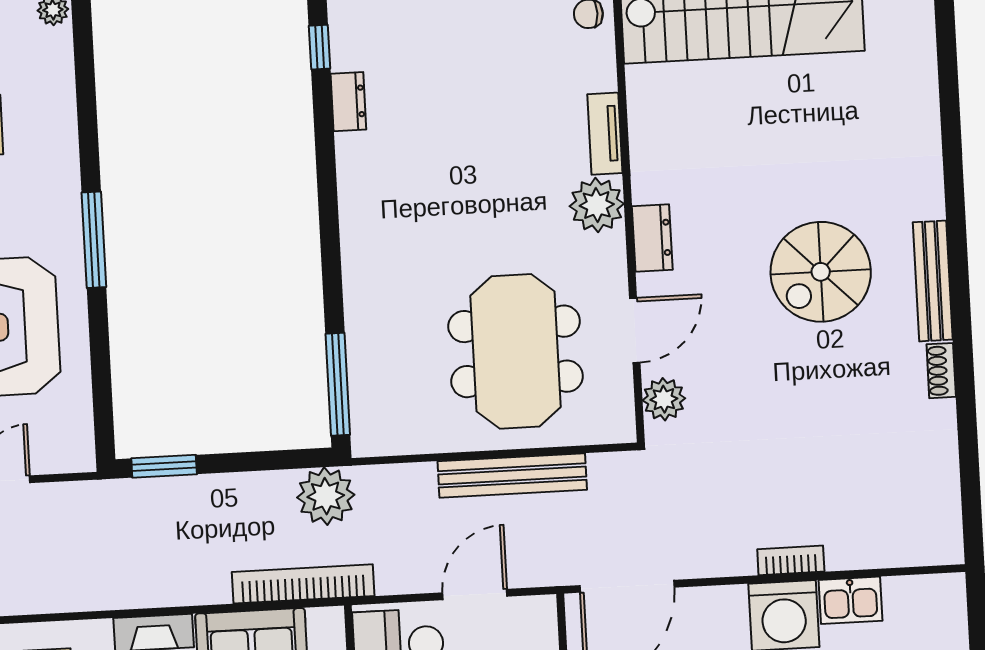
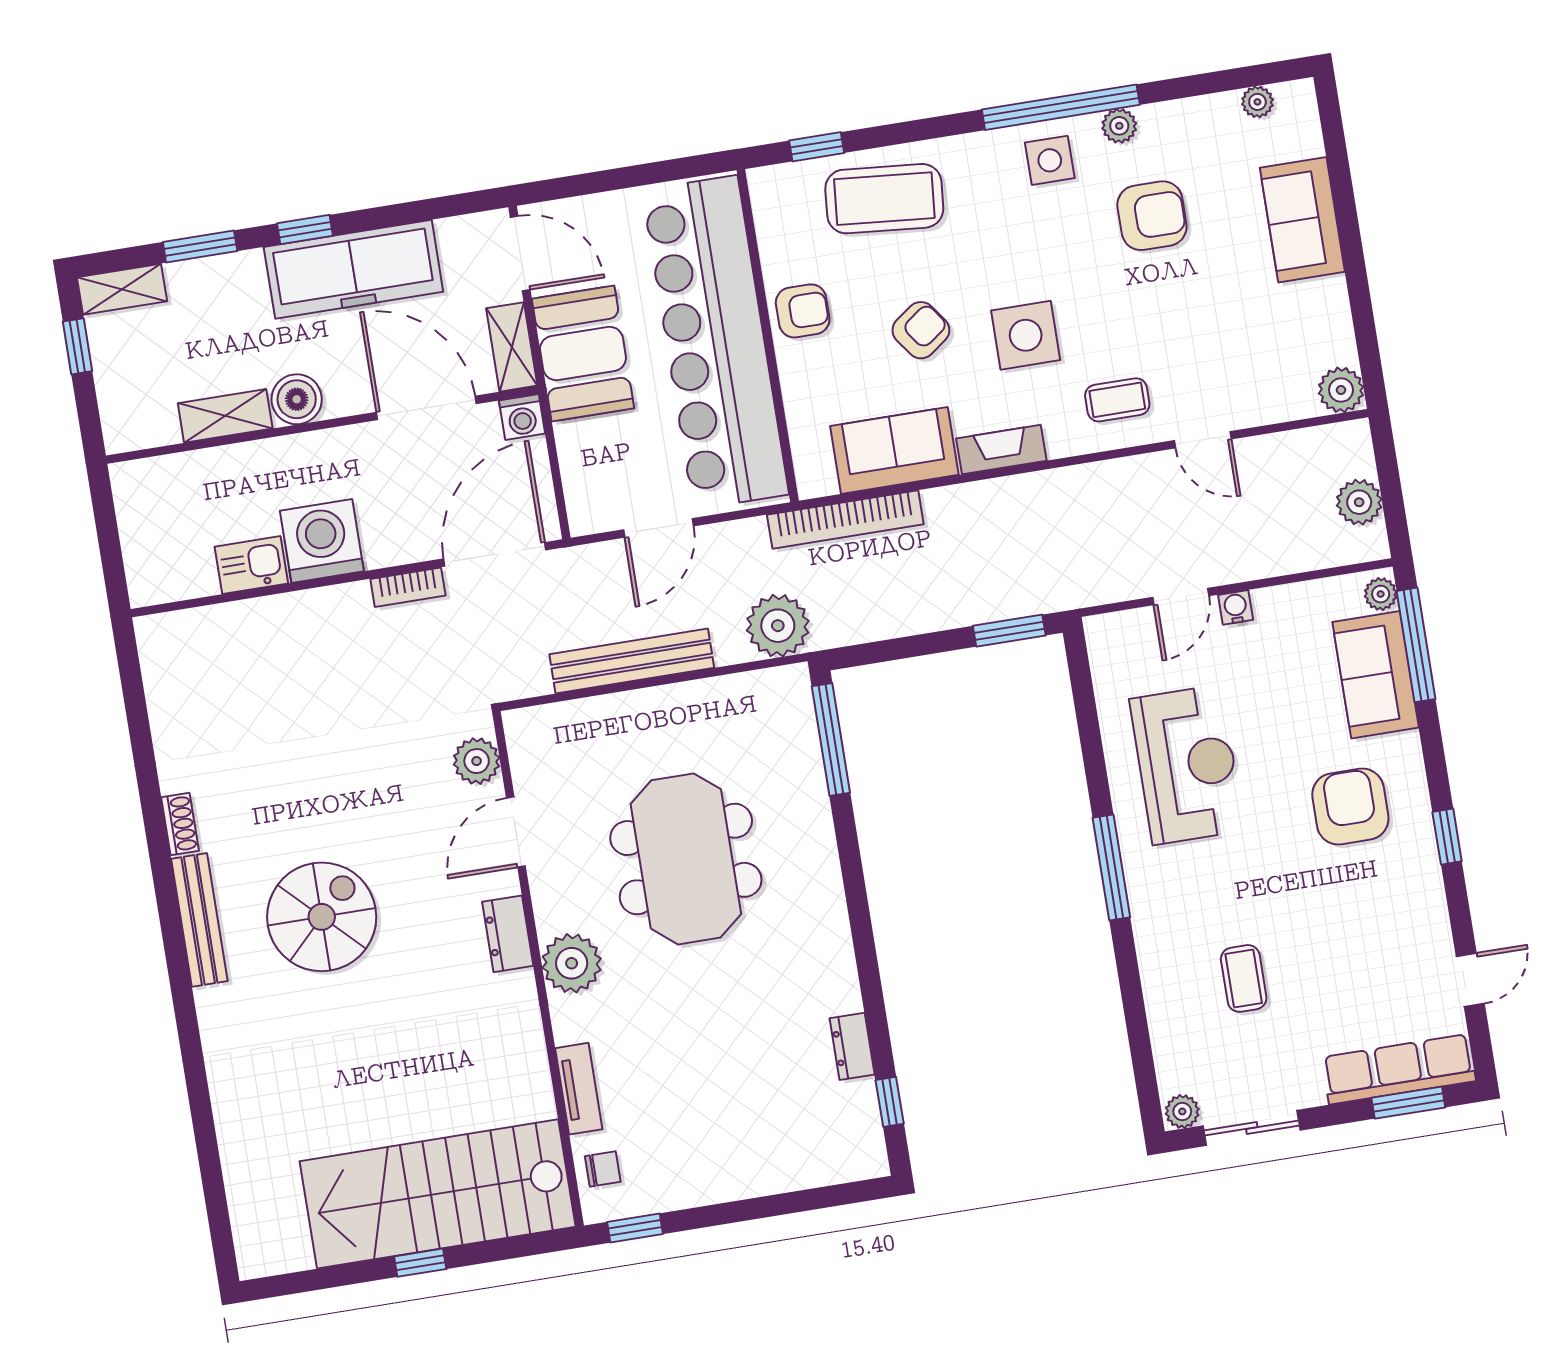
tv unit: (605, 134) -> (579, 1089), moved
meeting table: (516, 351) -> (686, 859), moved
plant: (326, 496) -> (778, 626), moved
bookcase: (791, 560) -> (408, 587), moved

